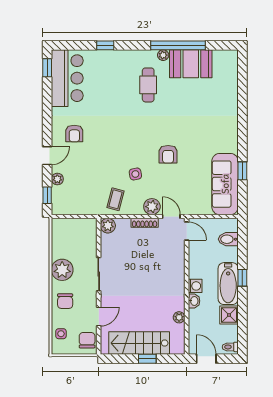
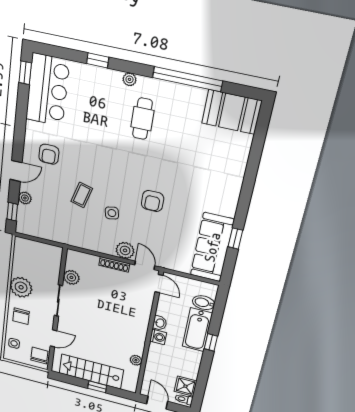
plant: (163, 55) -> (130, 79), moved
booth: (191, 64) -> (232, 112), moved
coffee table: (116, 199) -> (82, 195), moved
plant: (108, 226) -> (71, 277), moved
bathtub: (228, 284) -> (197, 330), moved
washbasin: (194, 301) -> (160, 323), moved
shower: (229, 315) -> (185, 386), moved

